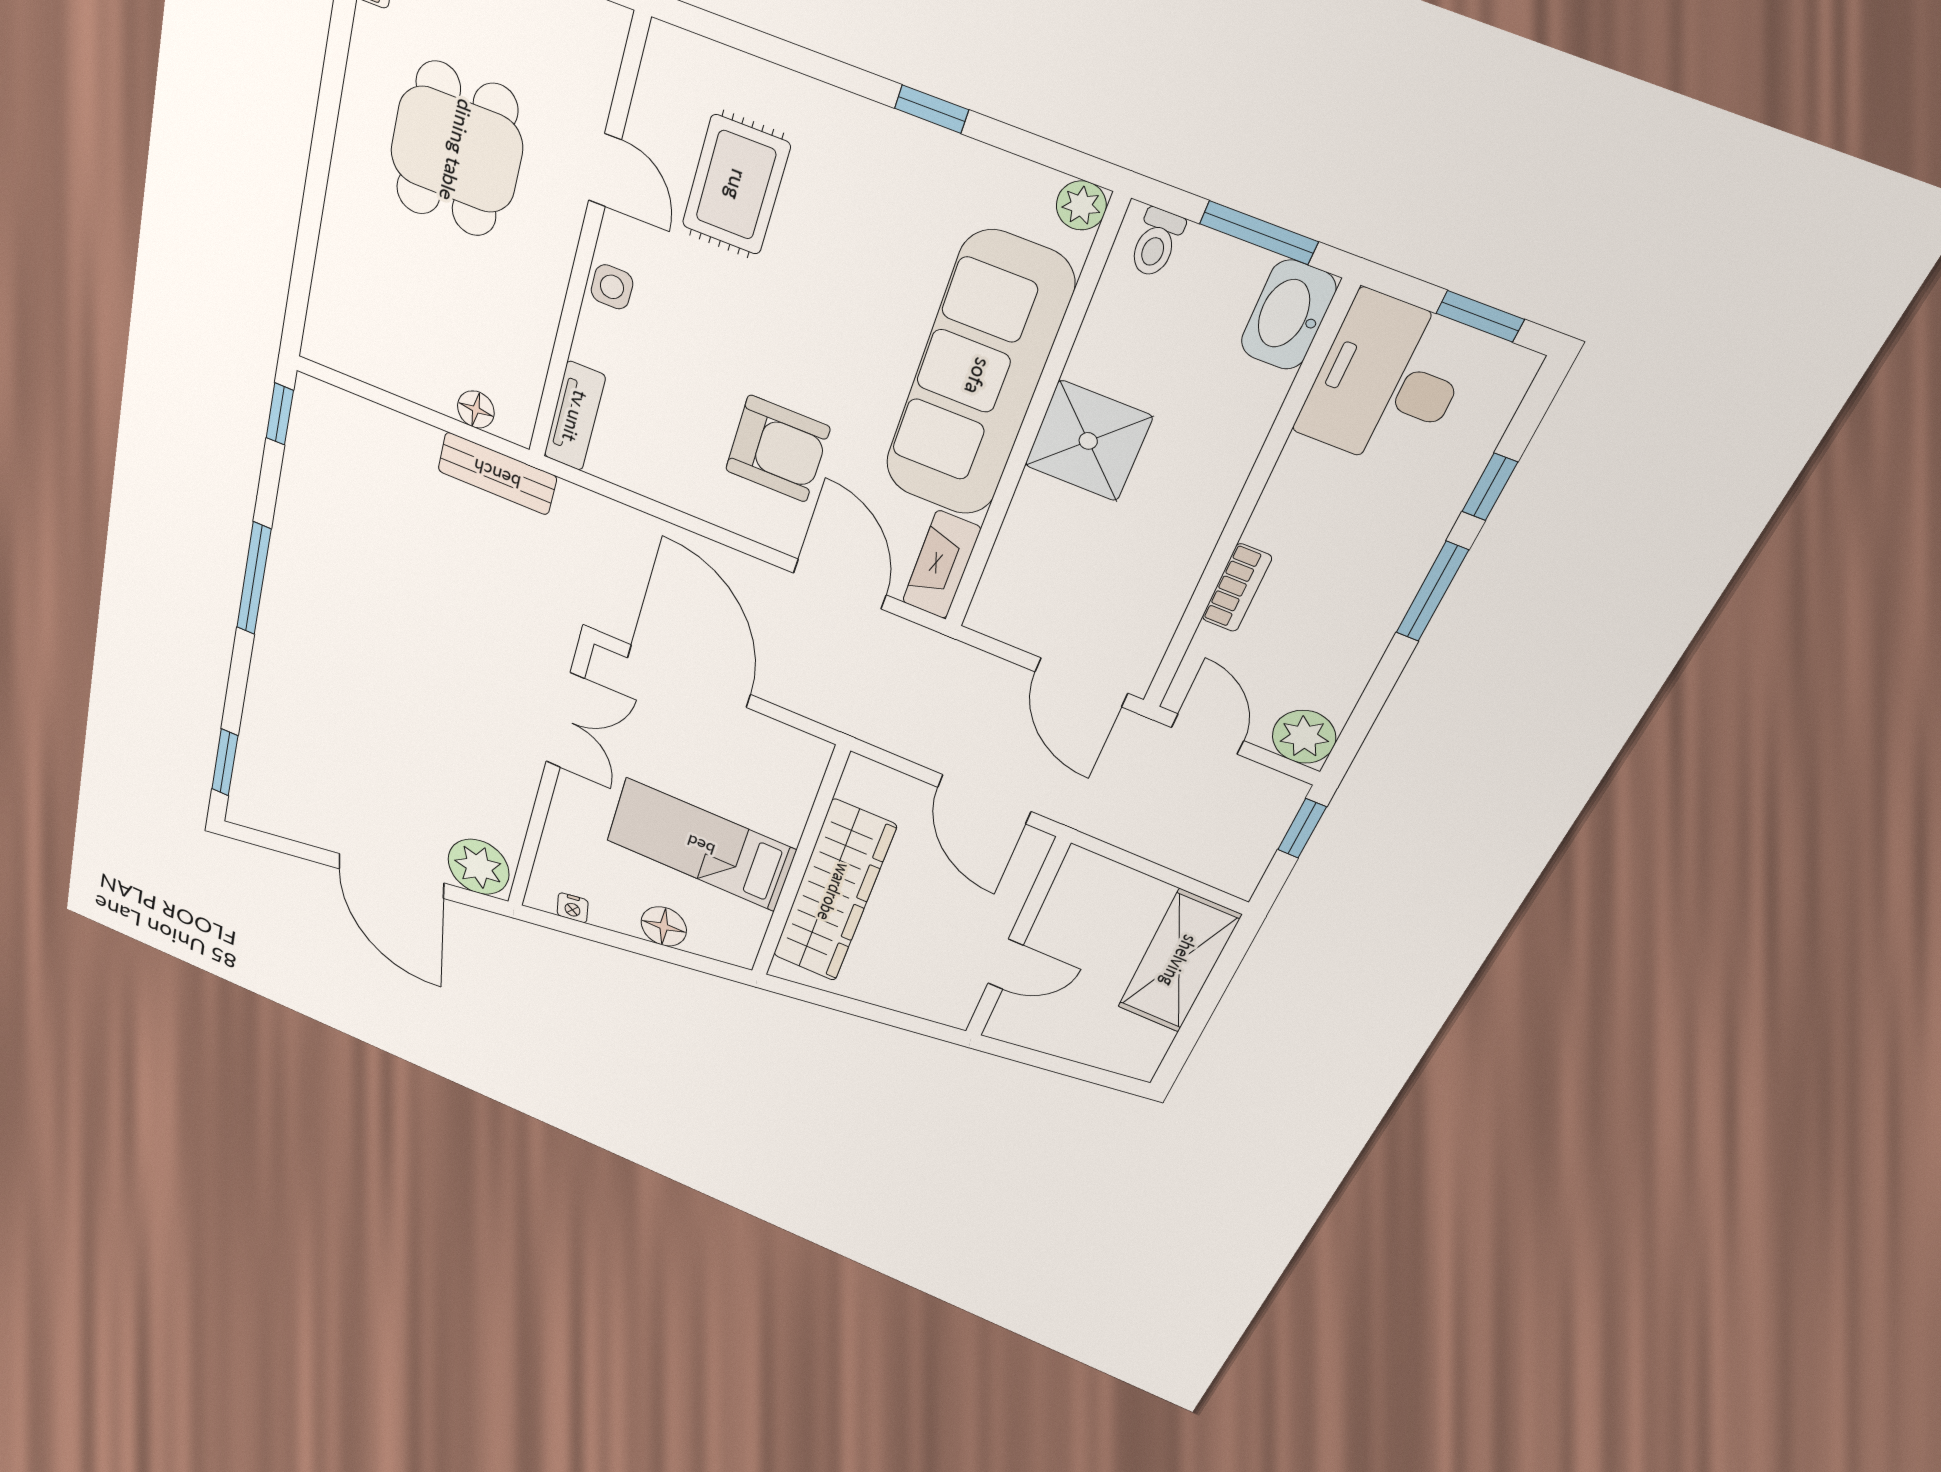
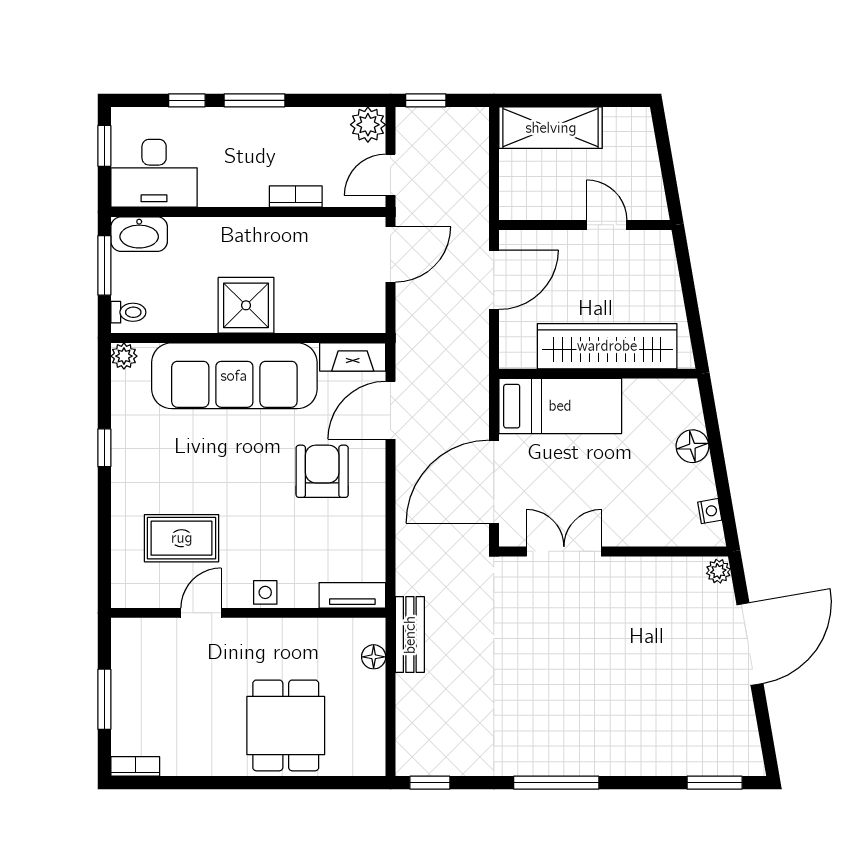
dining table: (456, 150) -> (286, 725), moved, turned 90
bed: (701, 845) -> (560, 406), moved, turned -90
plant: (479, 867) -> (718, 571), width x0.53, depth x0.53

